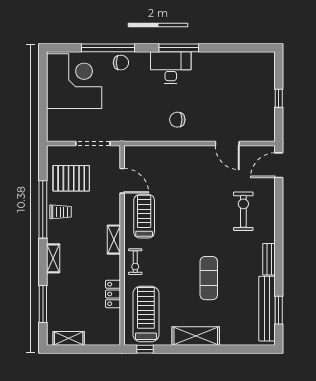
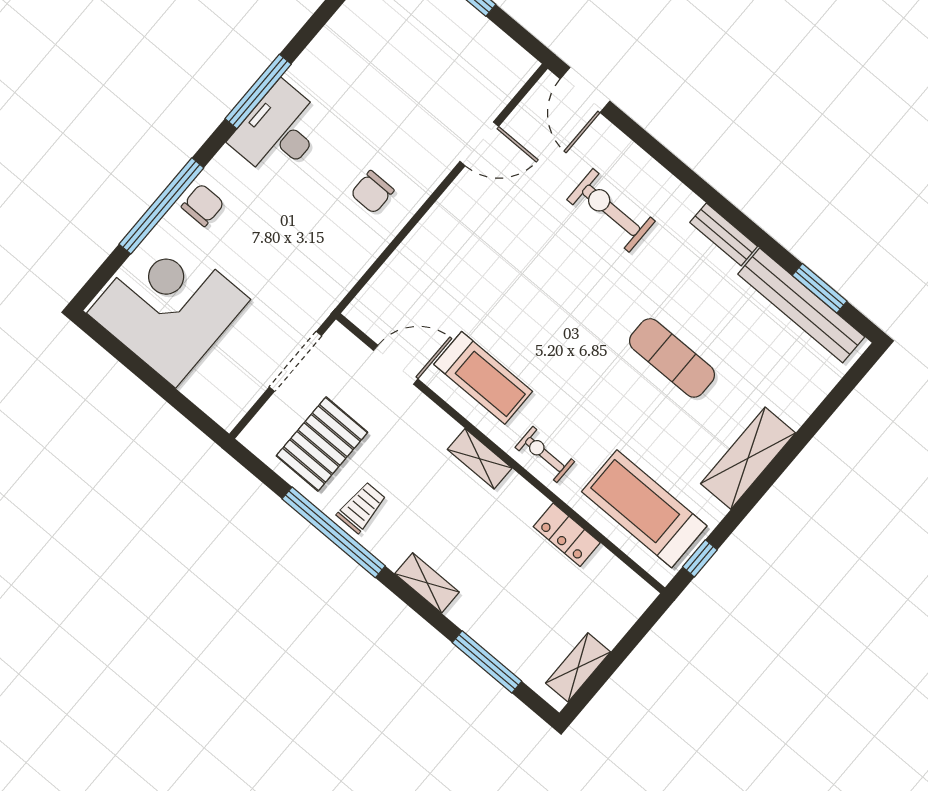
treadmill: (144, 216) -> (483, 378), turned 180
exercise bike: (135, 262) -> (545, 454), turned 180

